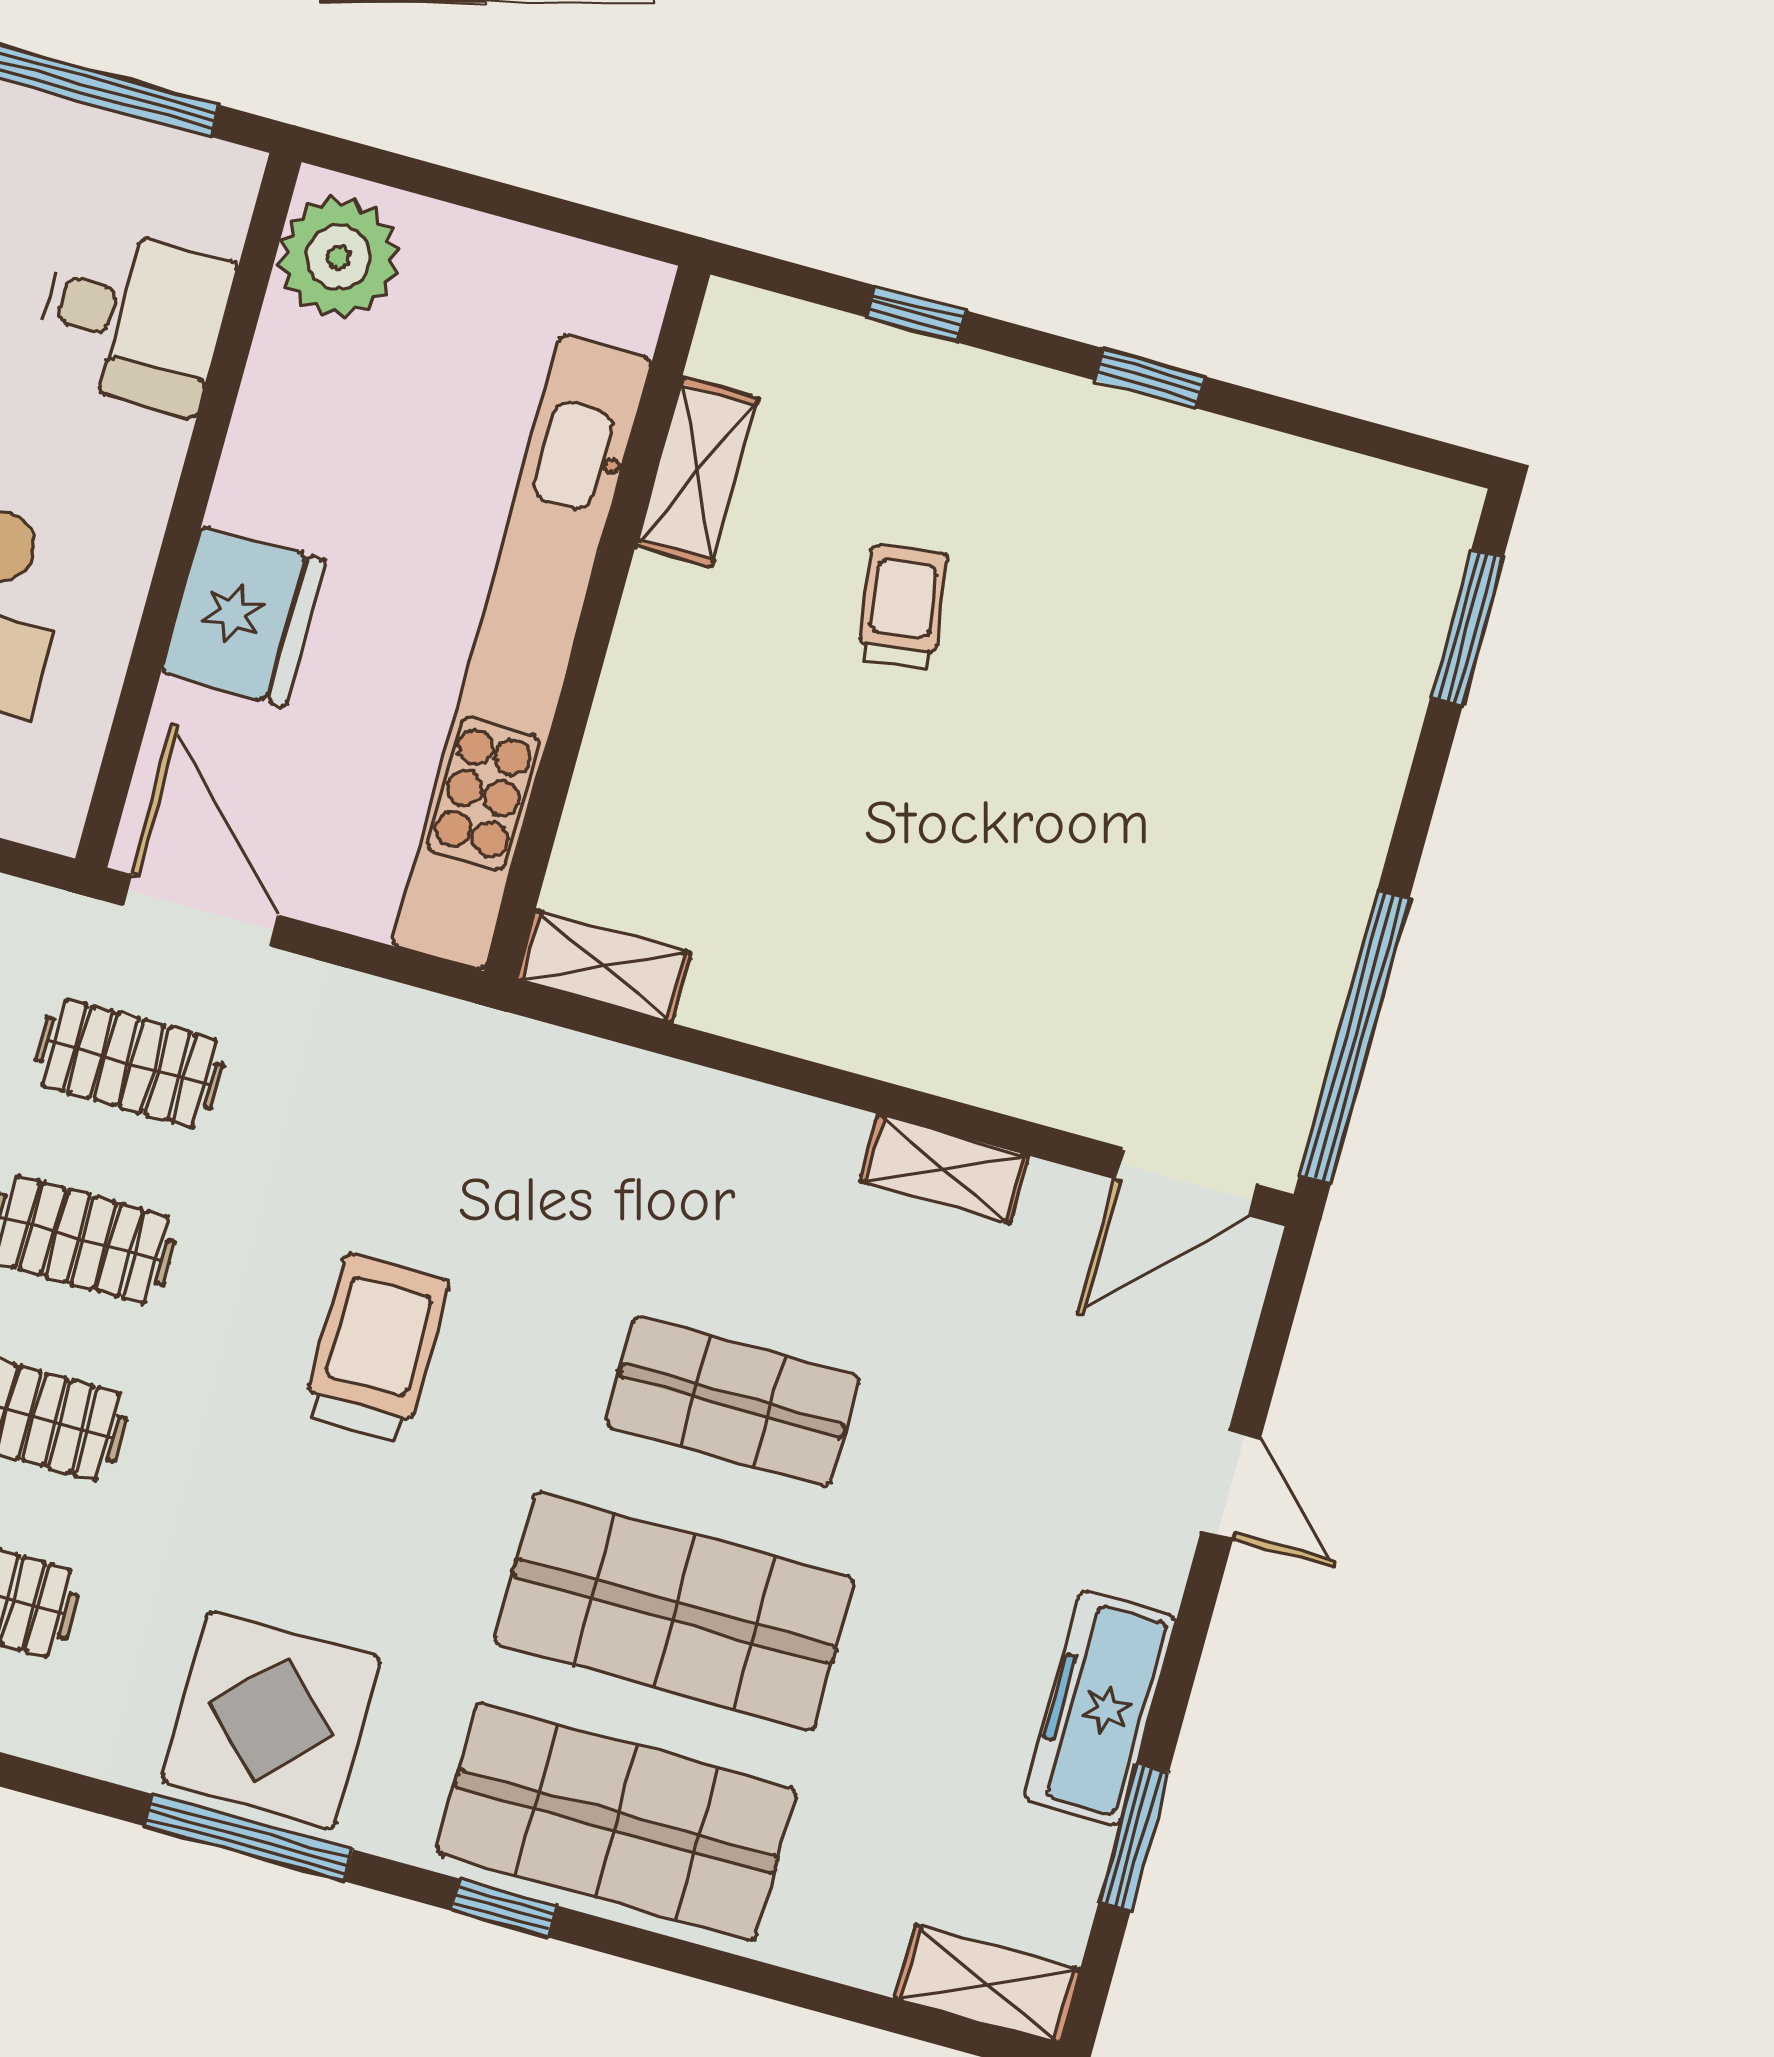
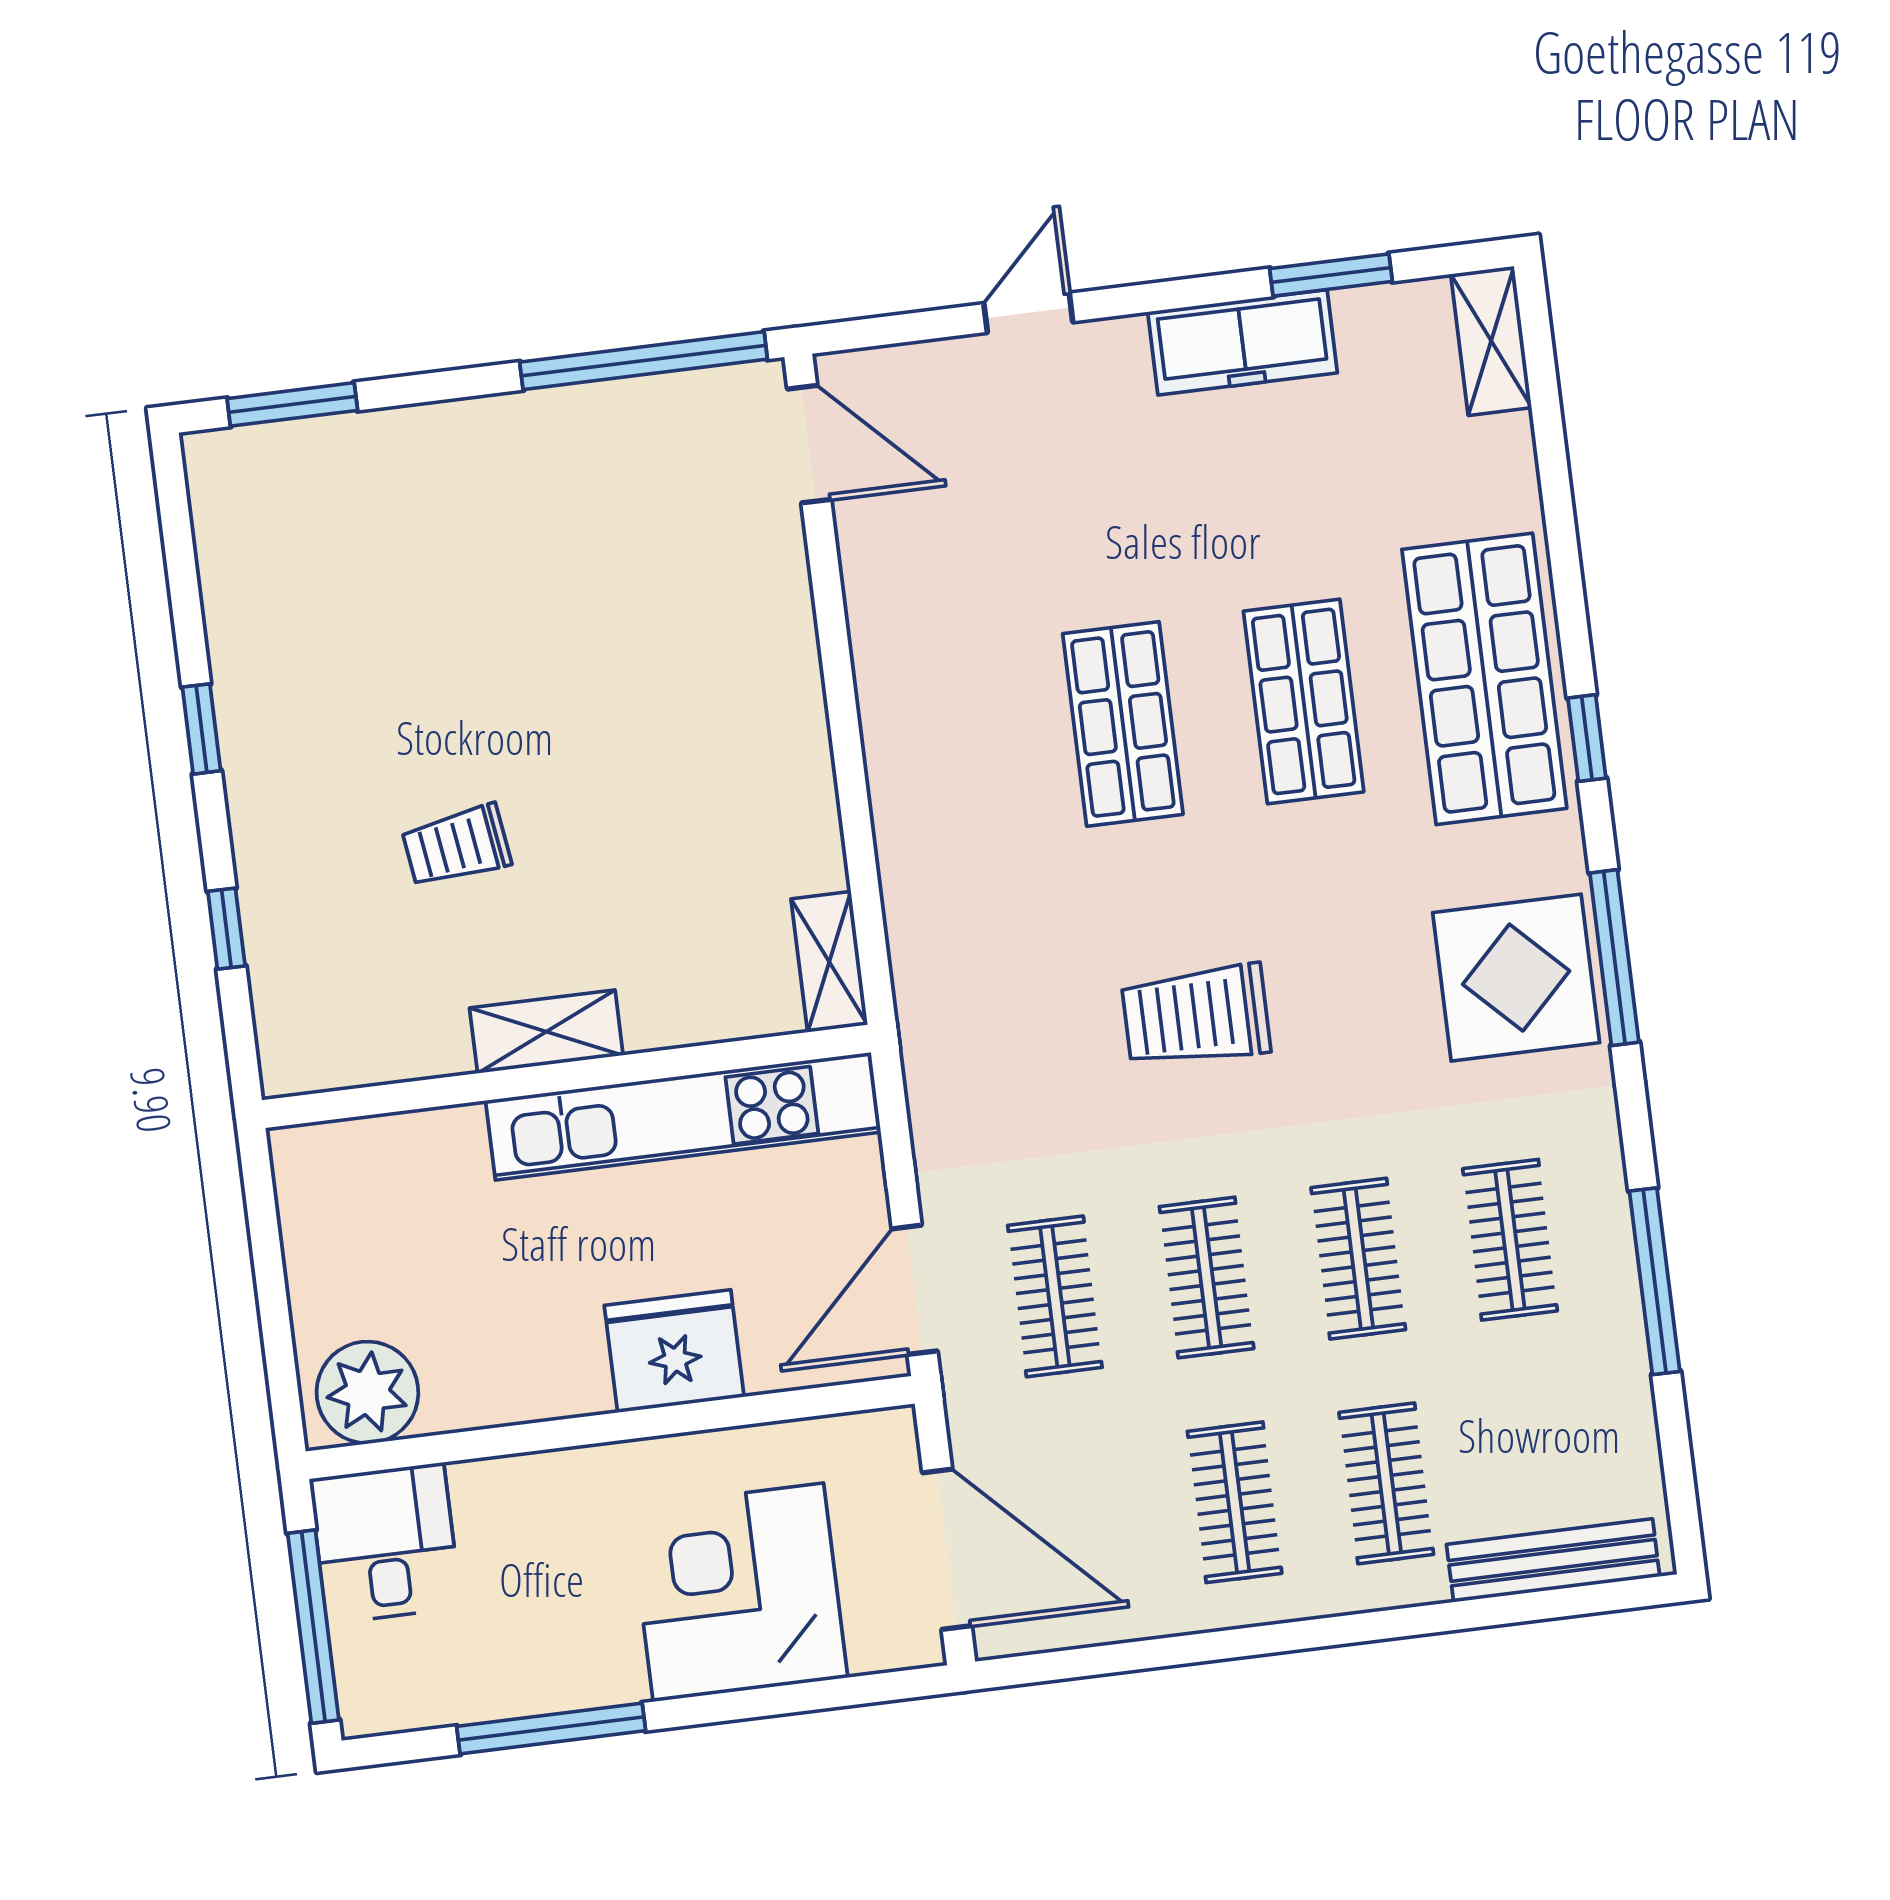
desk: (133, 318) -> (385, 1543), moved
shelving: (697, 472) -> (546, 1032), moved
kitchen unit: (522, 652) -> (683, 1116), width x0.73
shelving: (944, 1169) -> (876, 634), removed
shop shelf: (674, 1611) -> (1304, 701), width x0.70, depth x0.74

